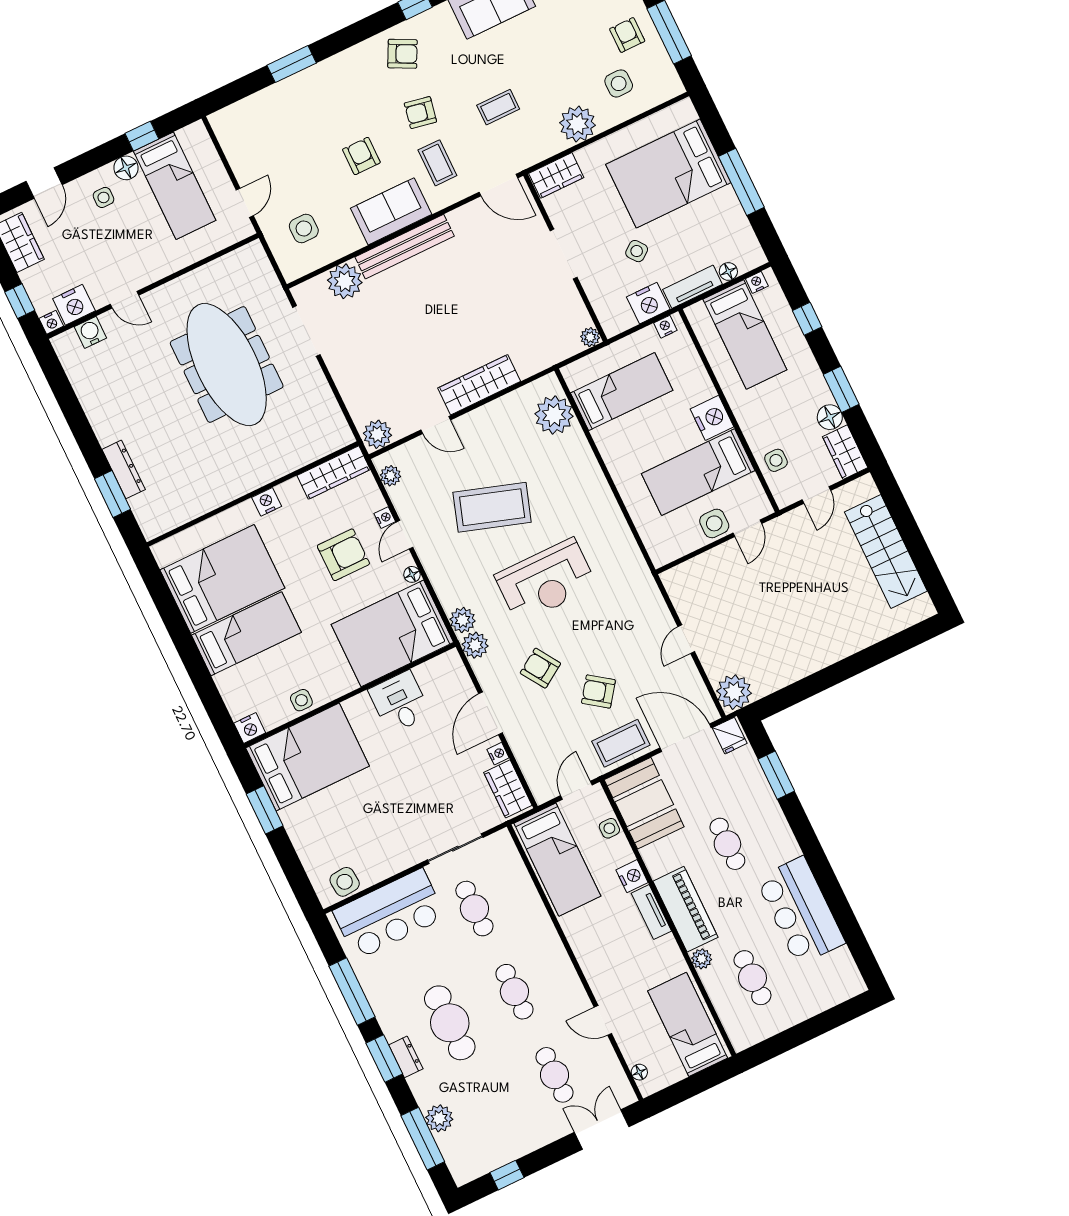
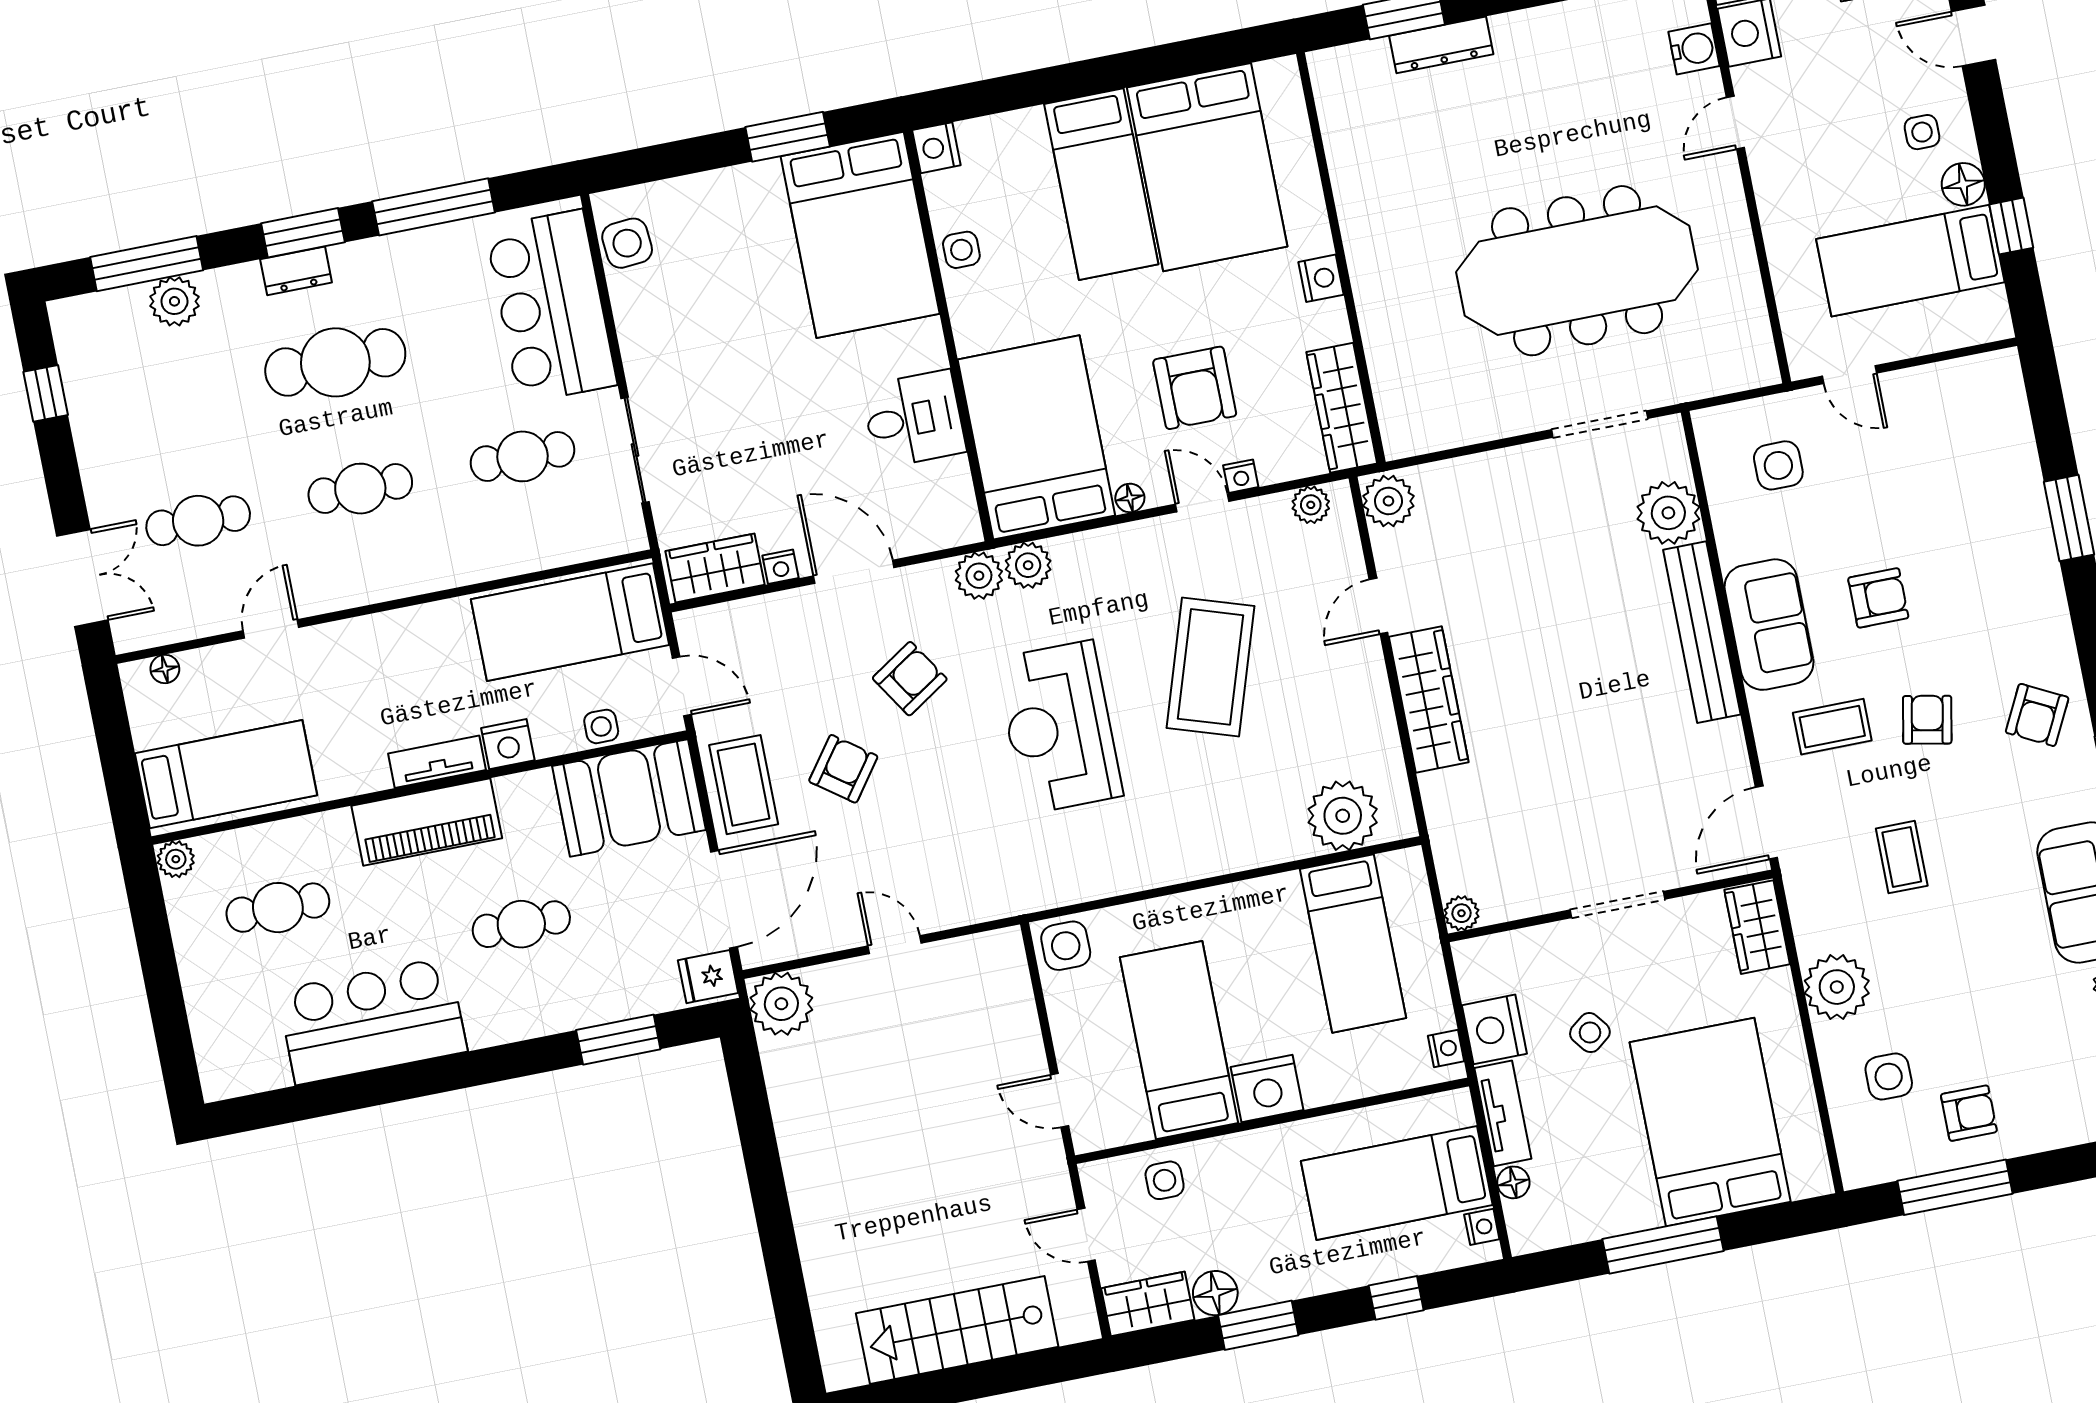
side table: (714, 523) -> (1066, 946), moved
plant: (702, 959) -> (176, 859), moved

